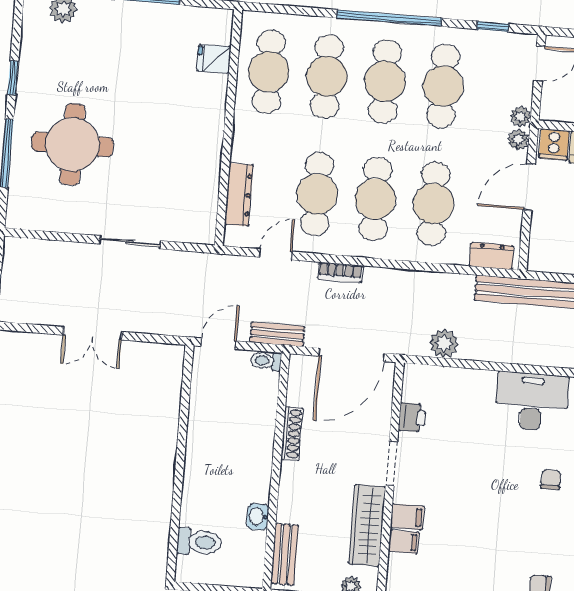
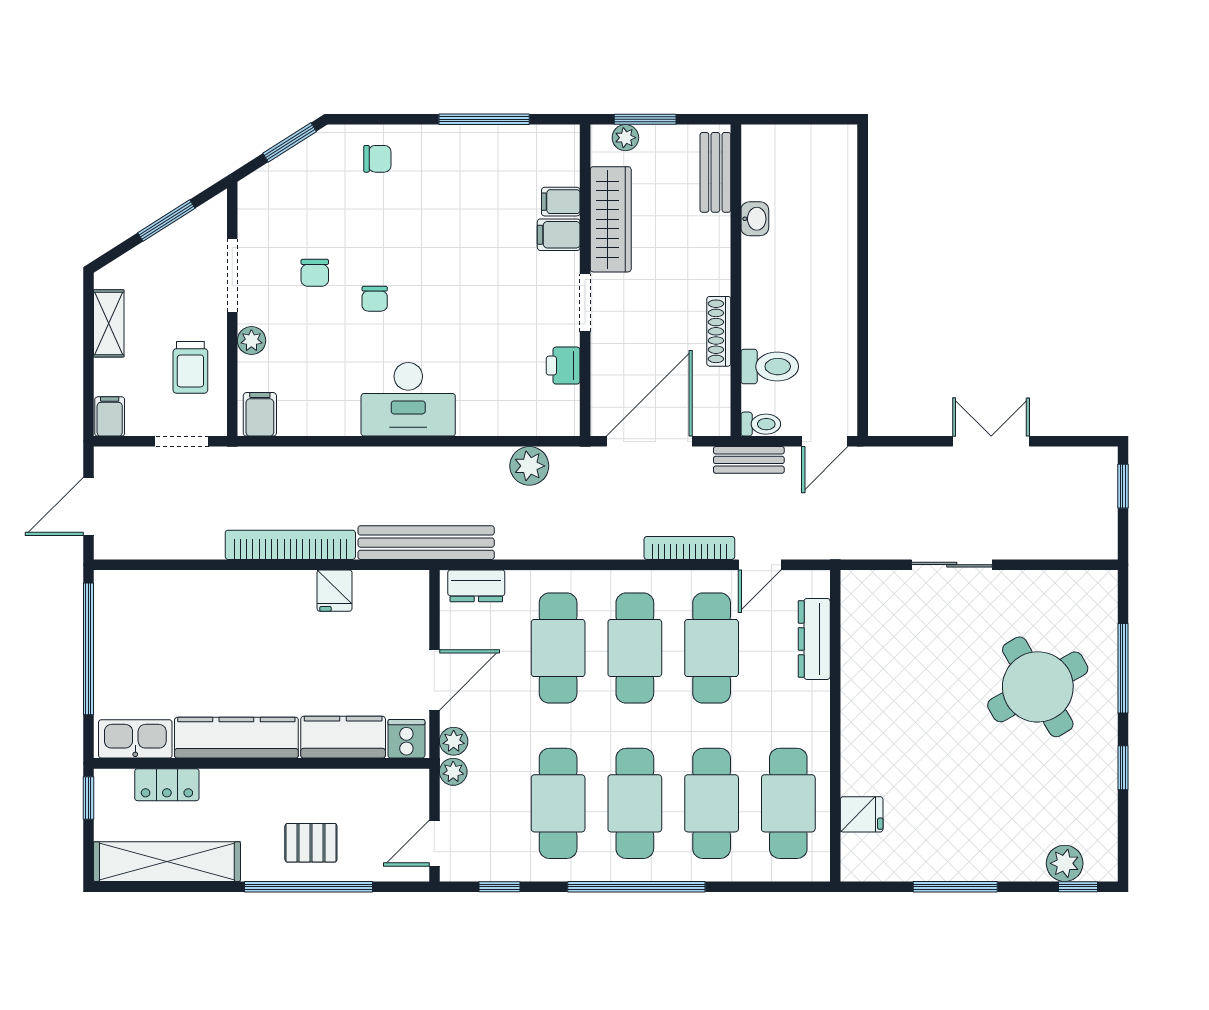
round table: (72, 144) -> (1038, 687), turned -30
bookcase: (340, 272) -> (689, 548), width x1.56
toilet: (199, 542) -> (770, 367), moved, turned 180

